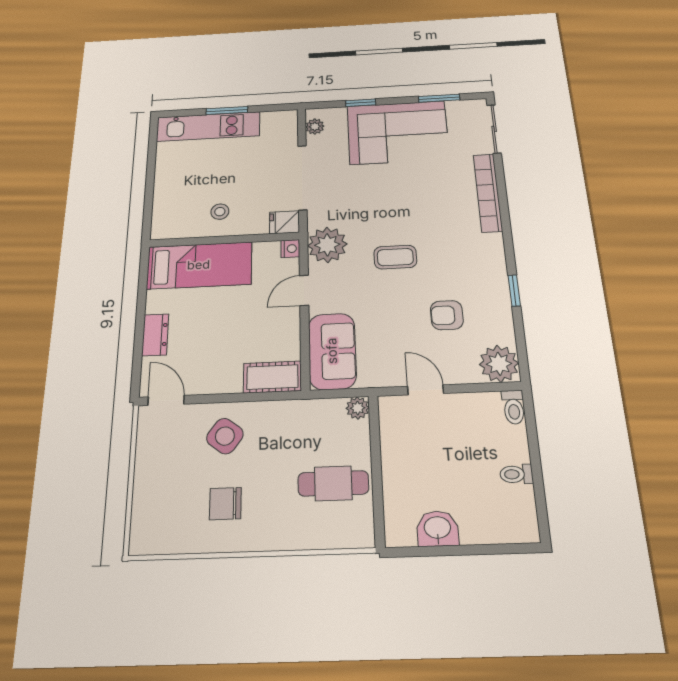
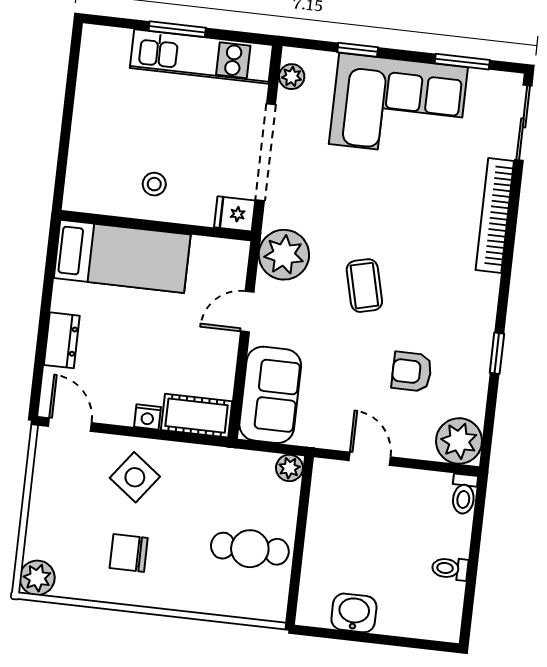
kitchen unit: (208, 127) -> (201, 57), moved
nightstand: (290, 249) -> (147, 417), moved, turned 90
coffee table: (395, 257) -> (364, 286), turned 76
plant: (145, 539) -> (37, 578), added

